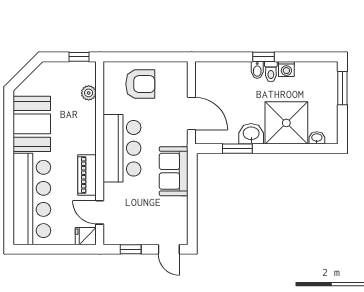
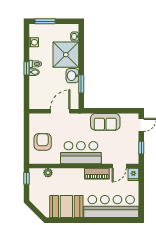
washing machine: (286, 69) -> (34, 42), moved
sofa: (174, 171) -> (105, 122), moved

